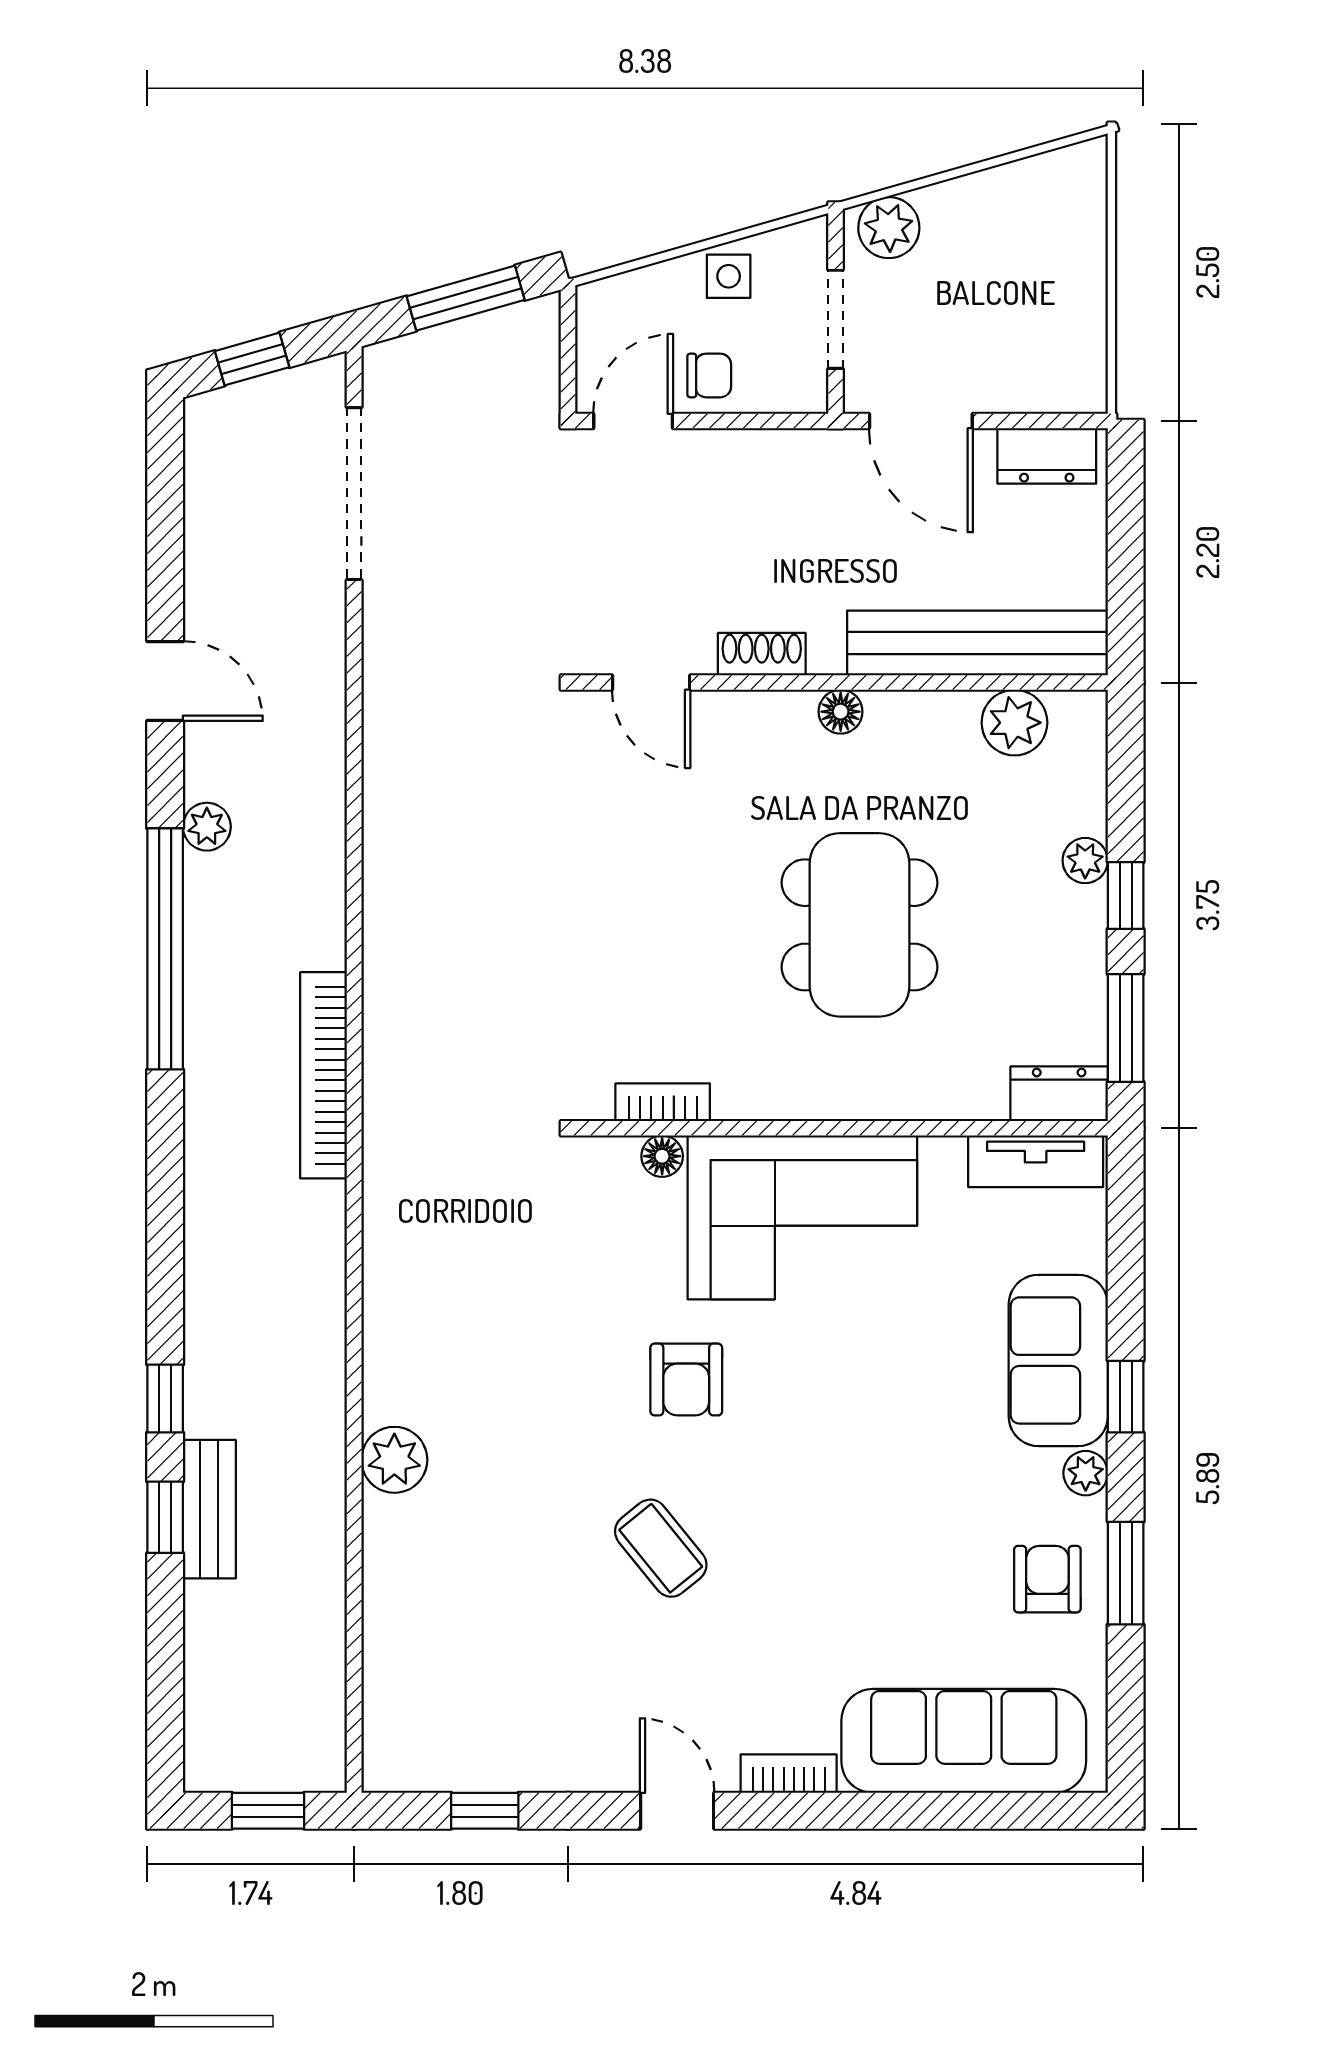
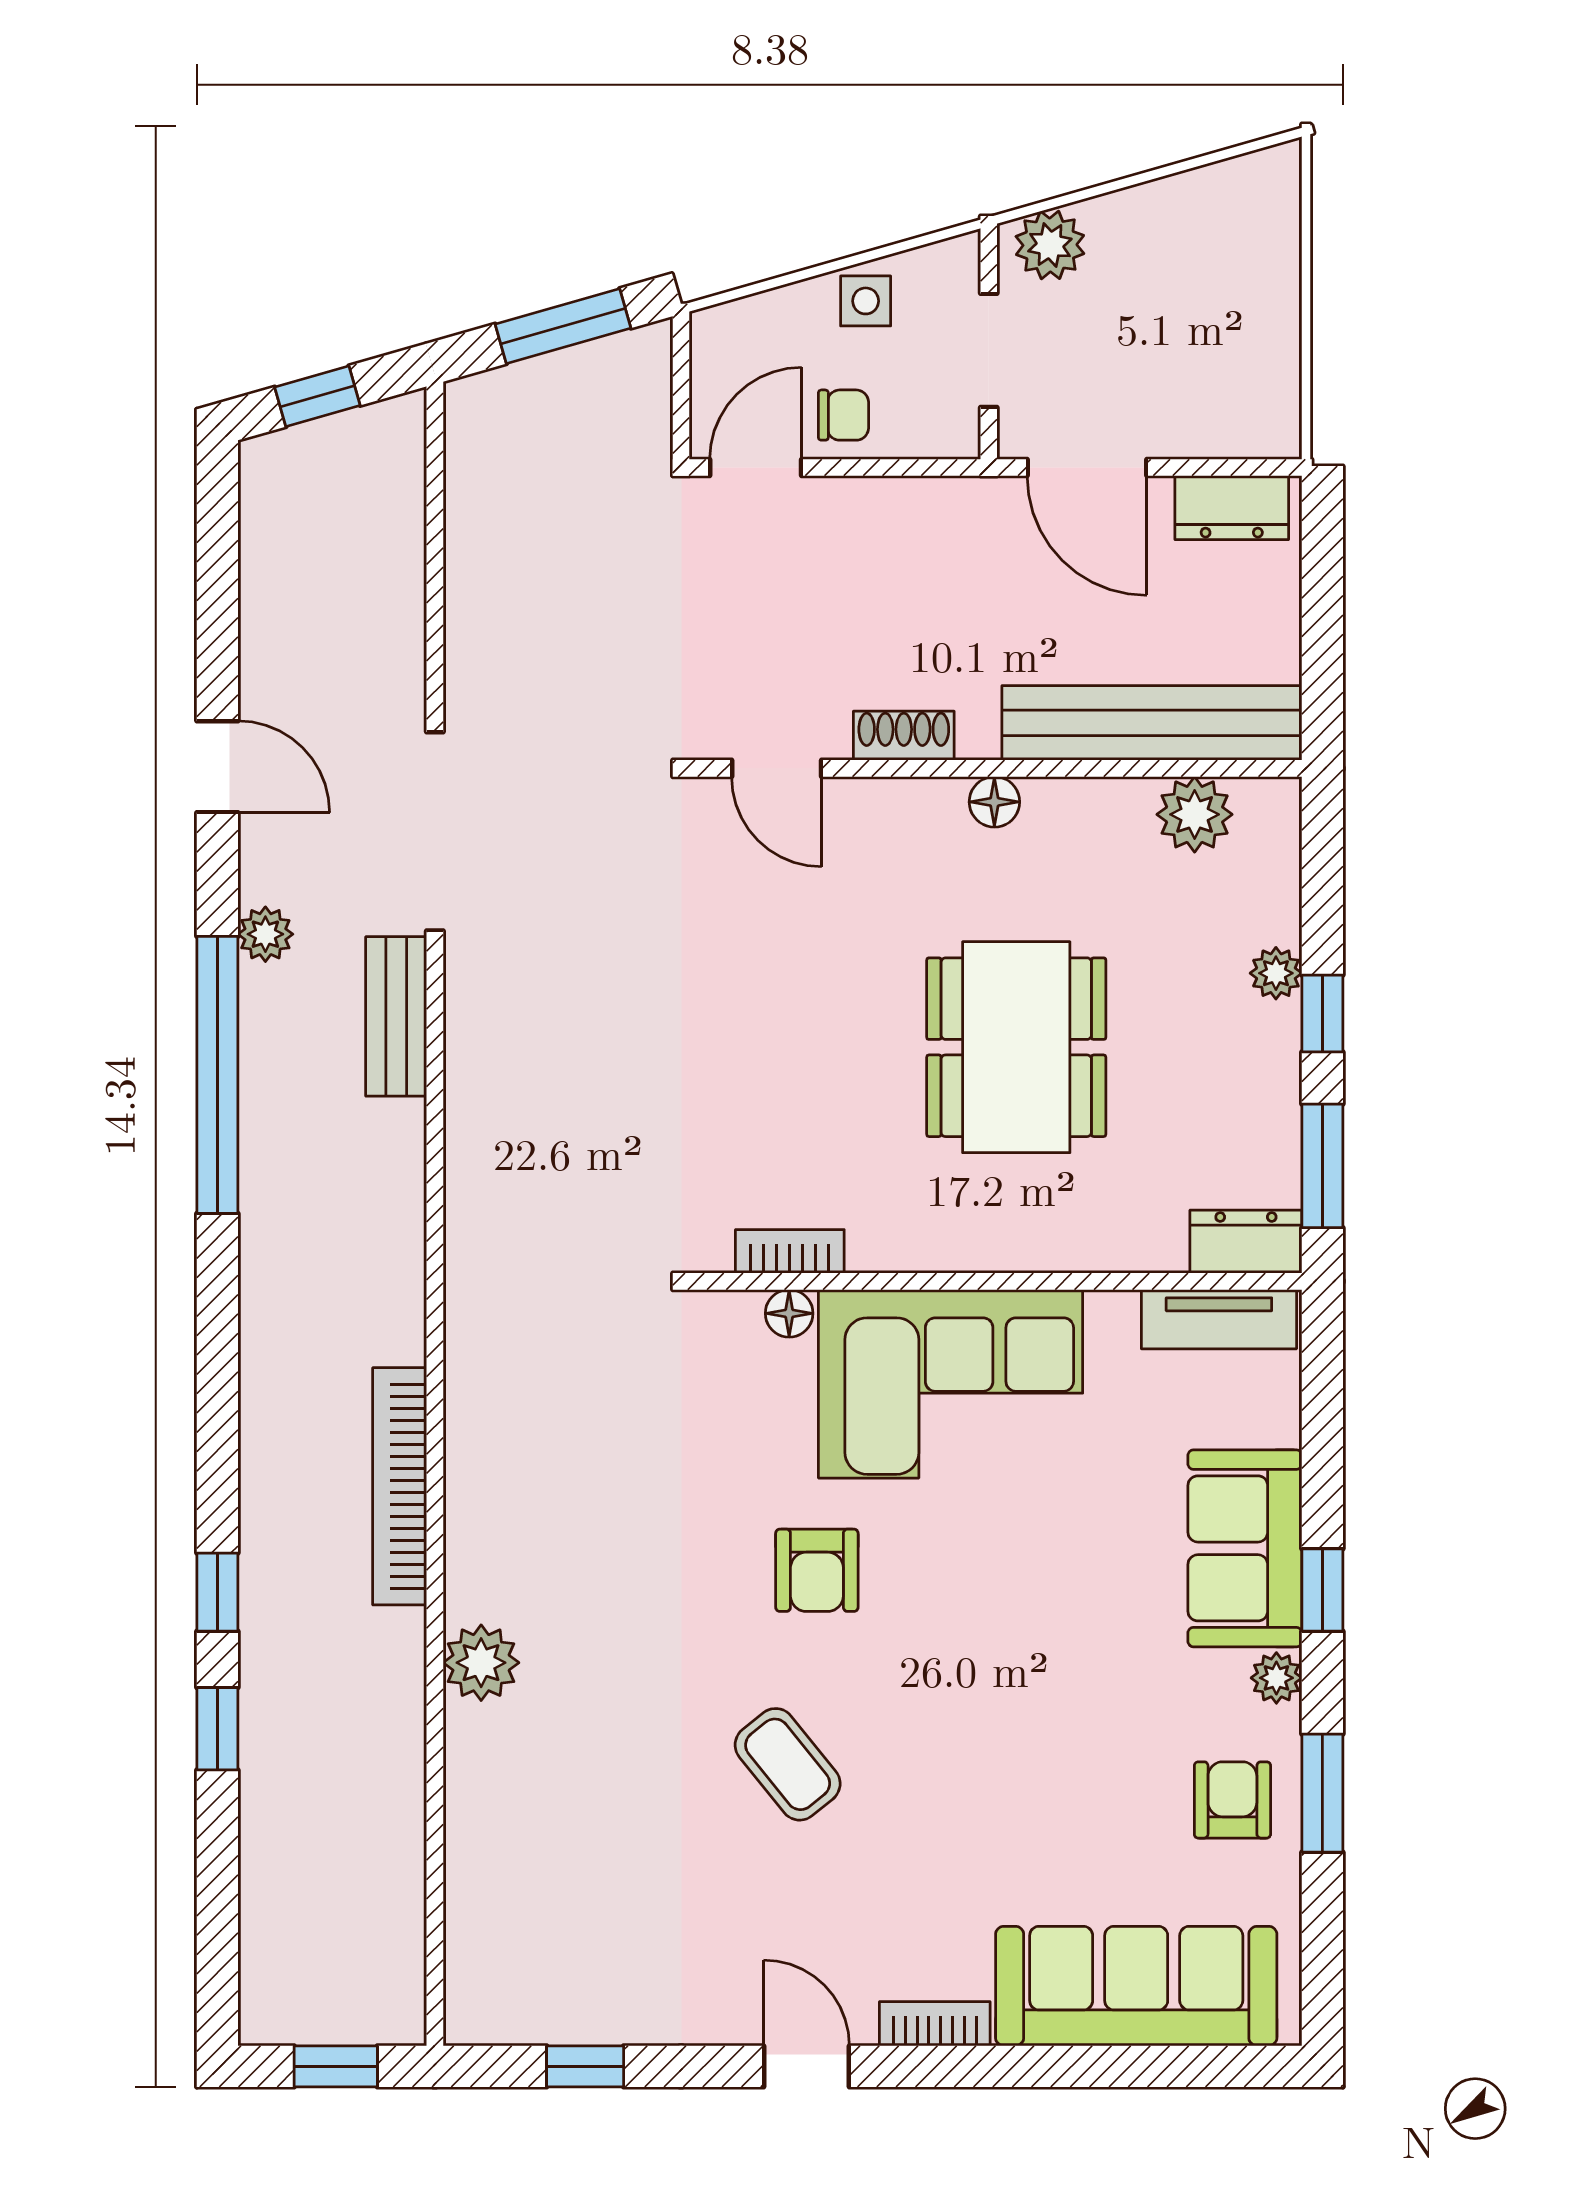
doorway: (354, 494) -> (435, 831), moved
bookcase: (324, 1075) -> (400, 1486), moved
bench: (209, 1509) -> (396, 1016), moved

